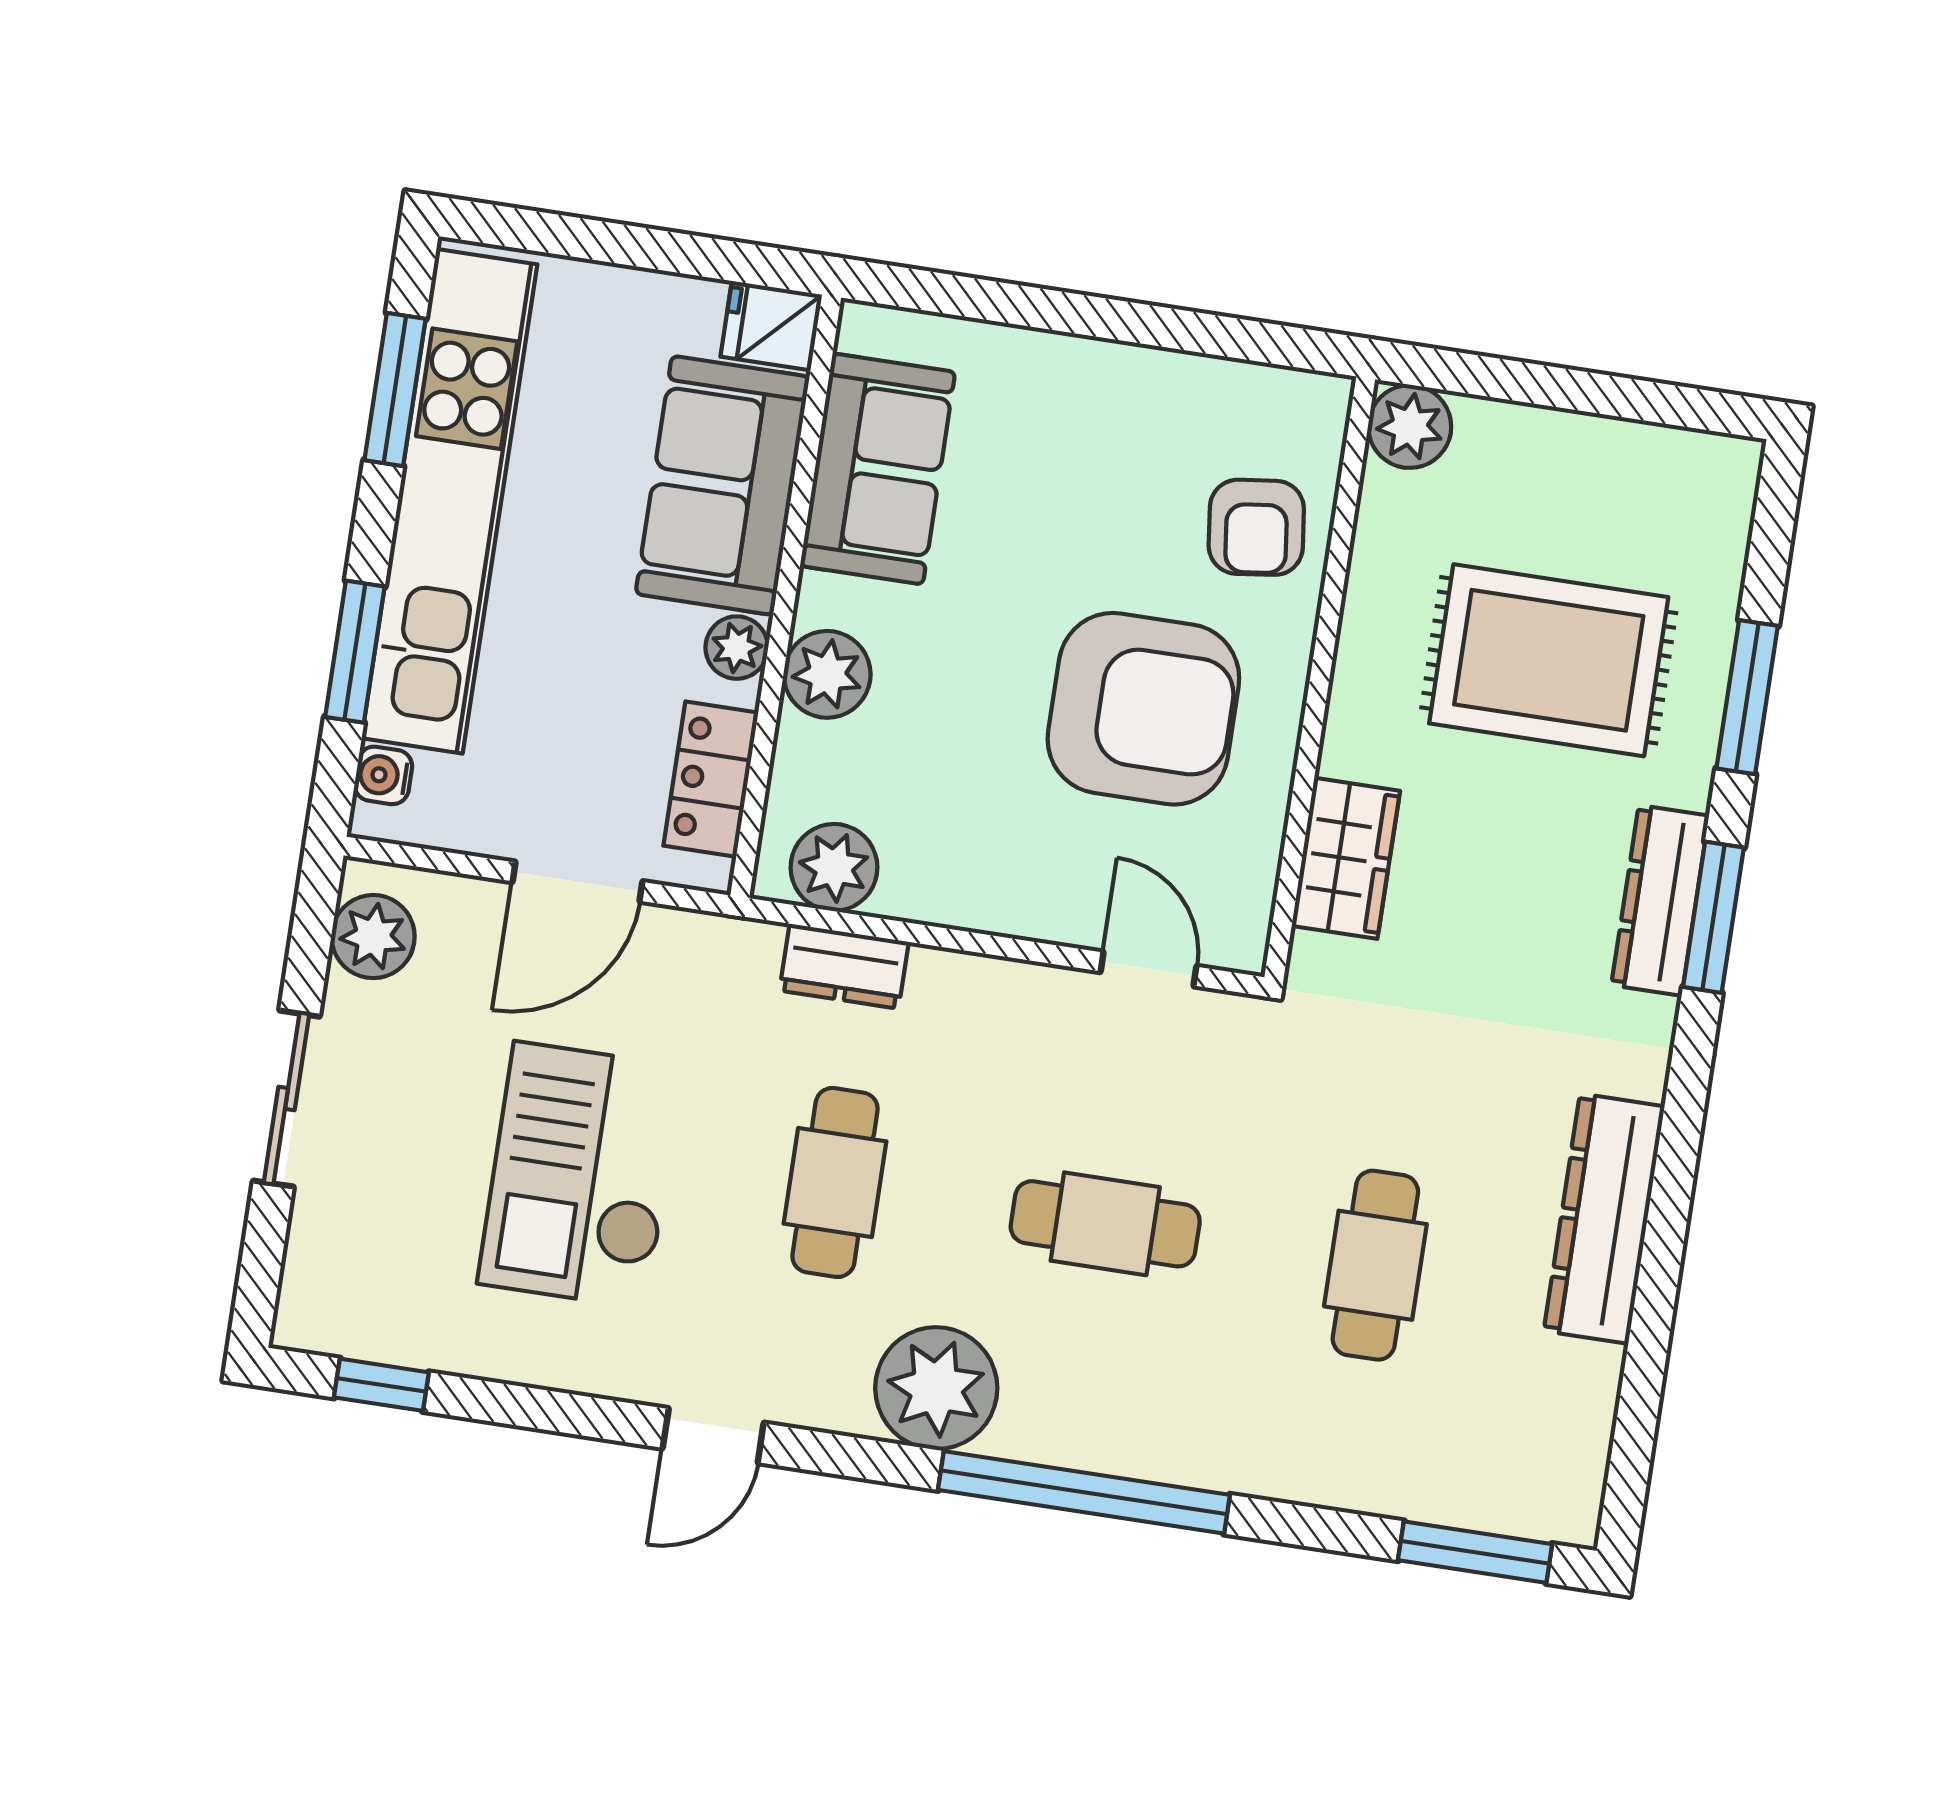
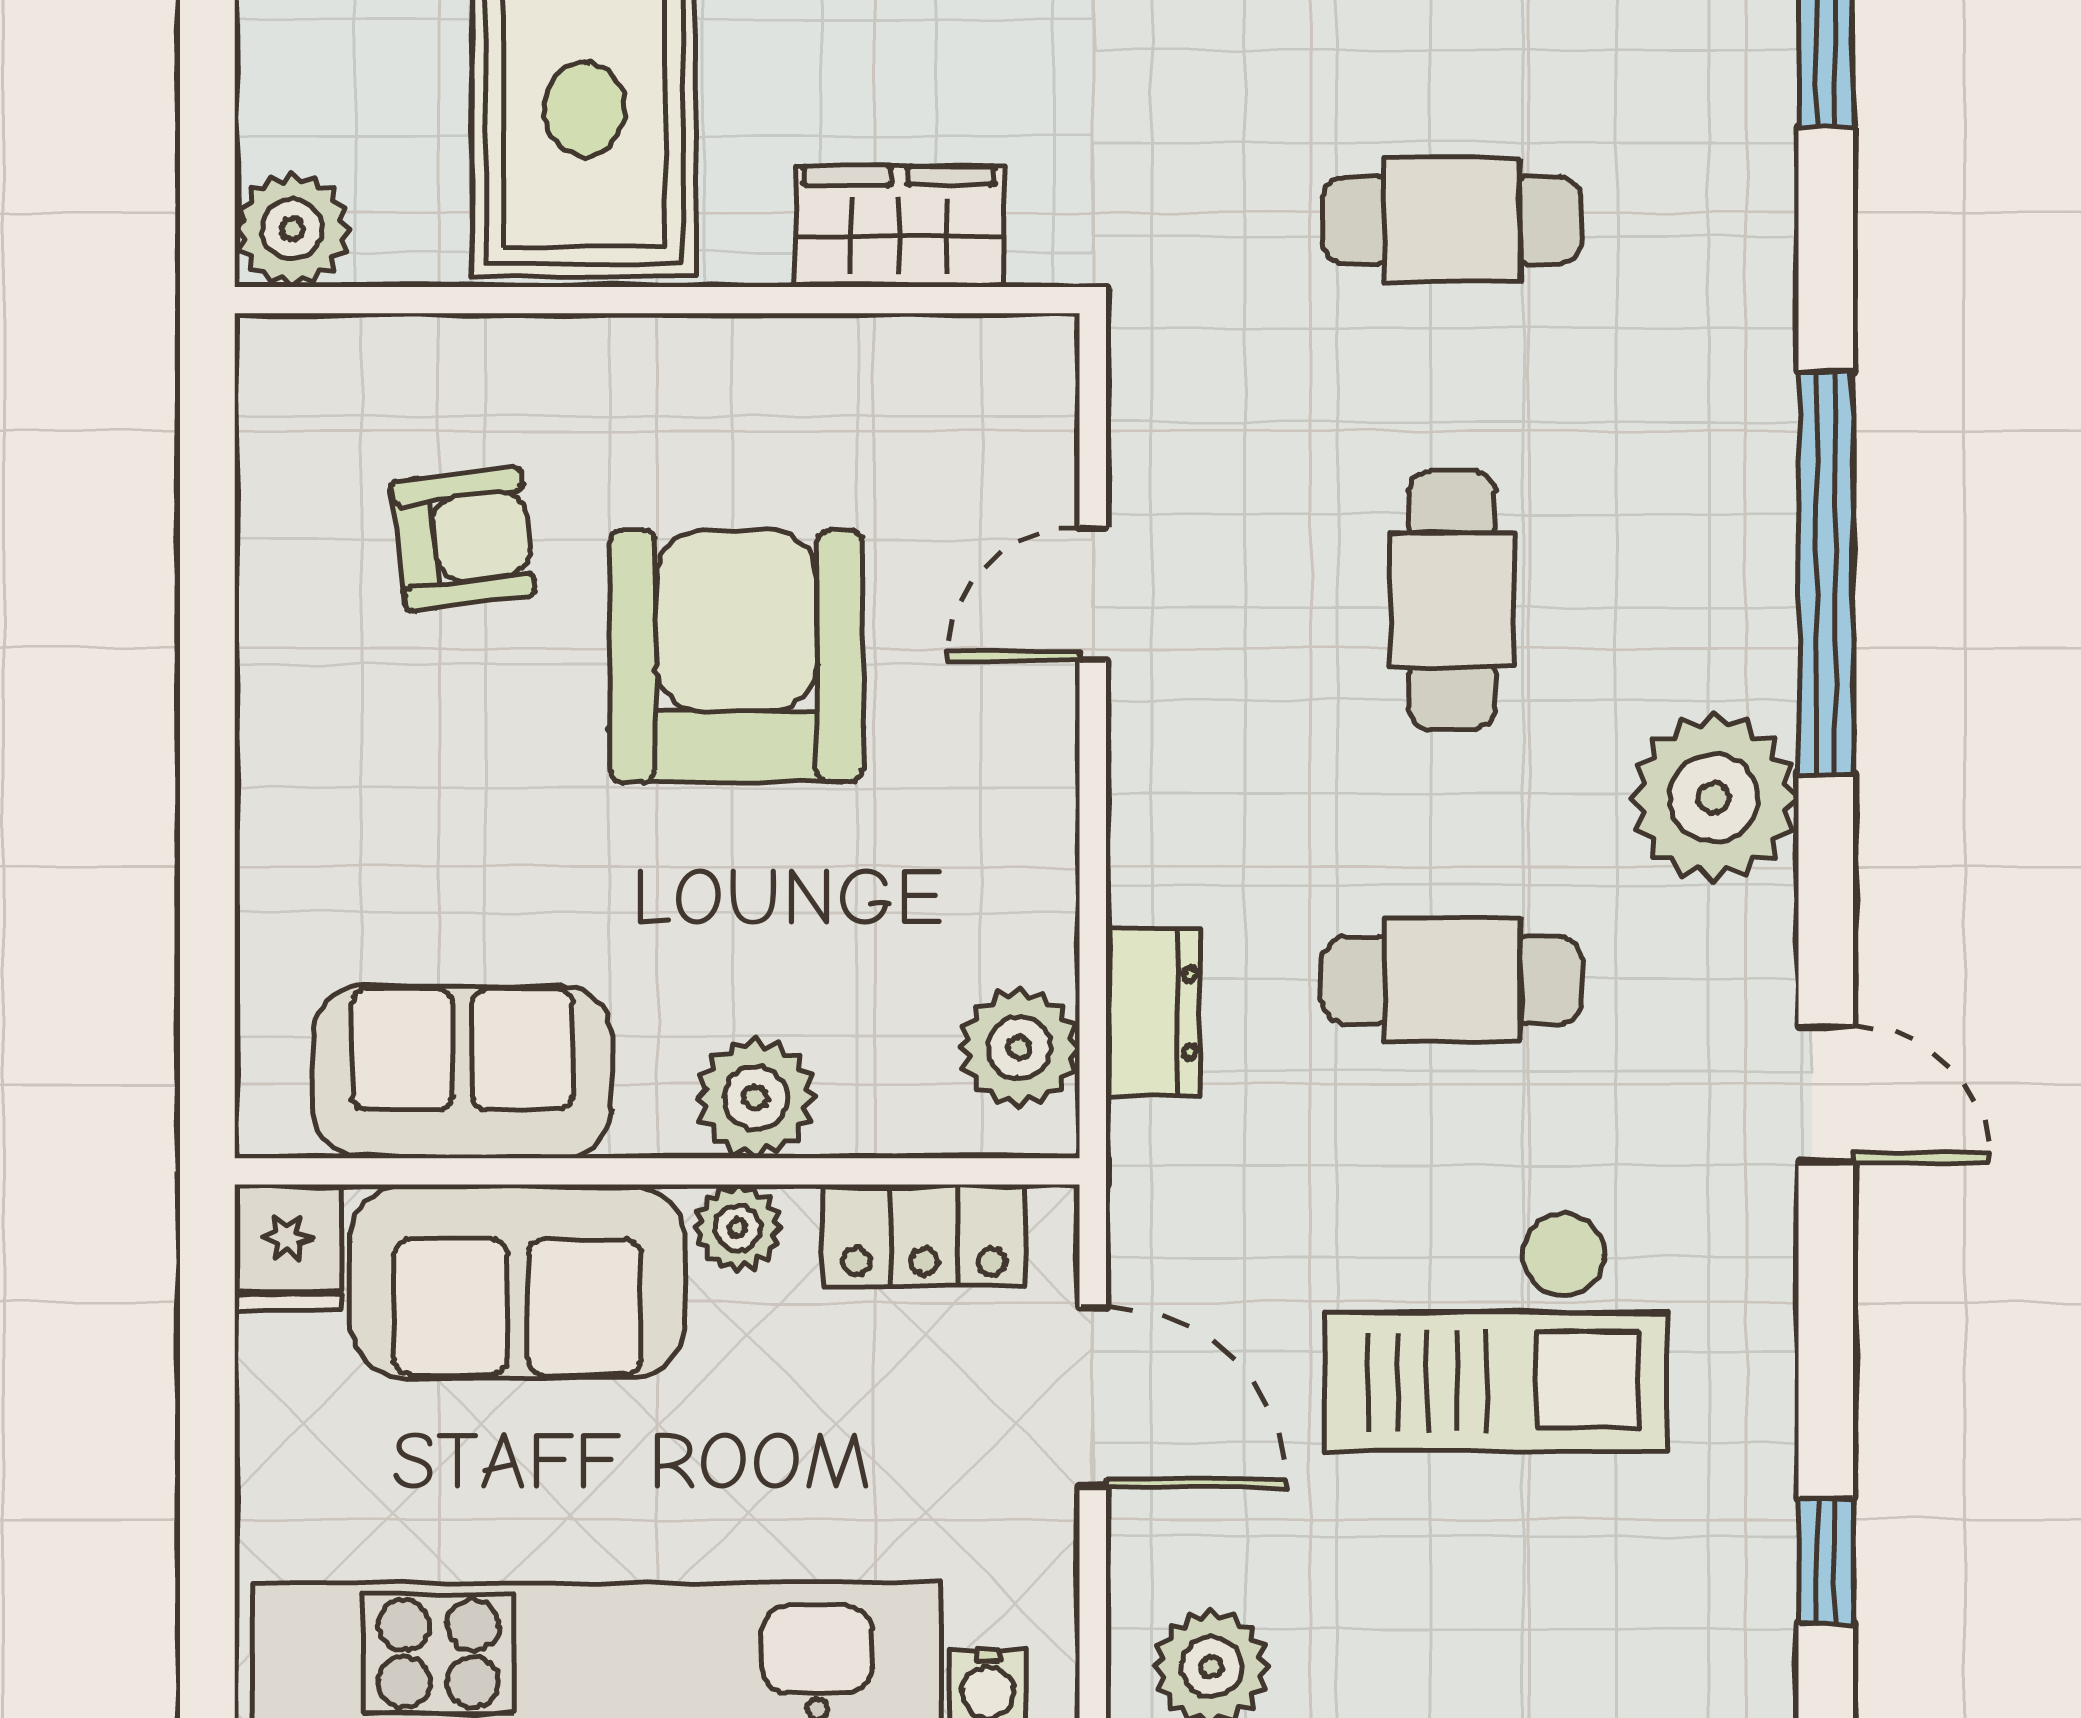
plant: (1410, 427) -> (292, 229), moved
wall: (1320, 678) -> (657, 300), moved
wardrobe: (1346, 858) -> (899, 227), moved

